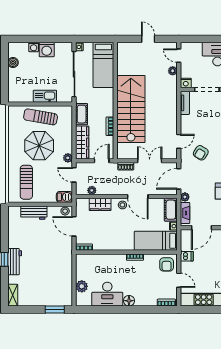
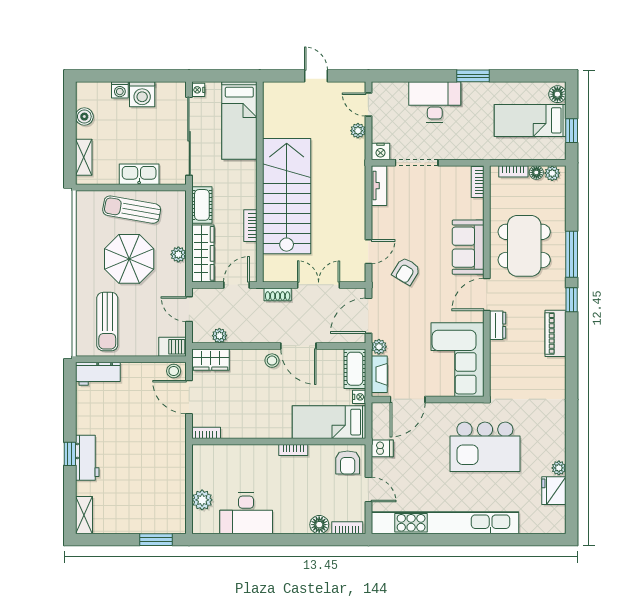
shelving: (13, 86) -> (84, 157), added
plant: (68, 158) -> (178, 254), moved
wardrobe: (100, 204) -> (210, 360), moved
workbench: (34, 213) -> (98, 374), moved
floor lamp: (129, 301) -> (319, 525), moved

